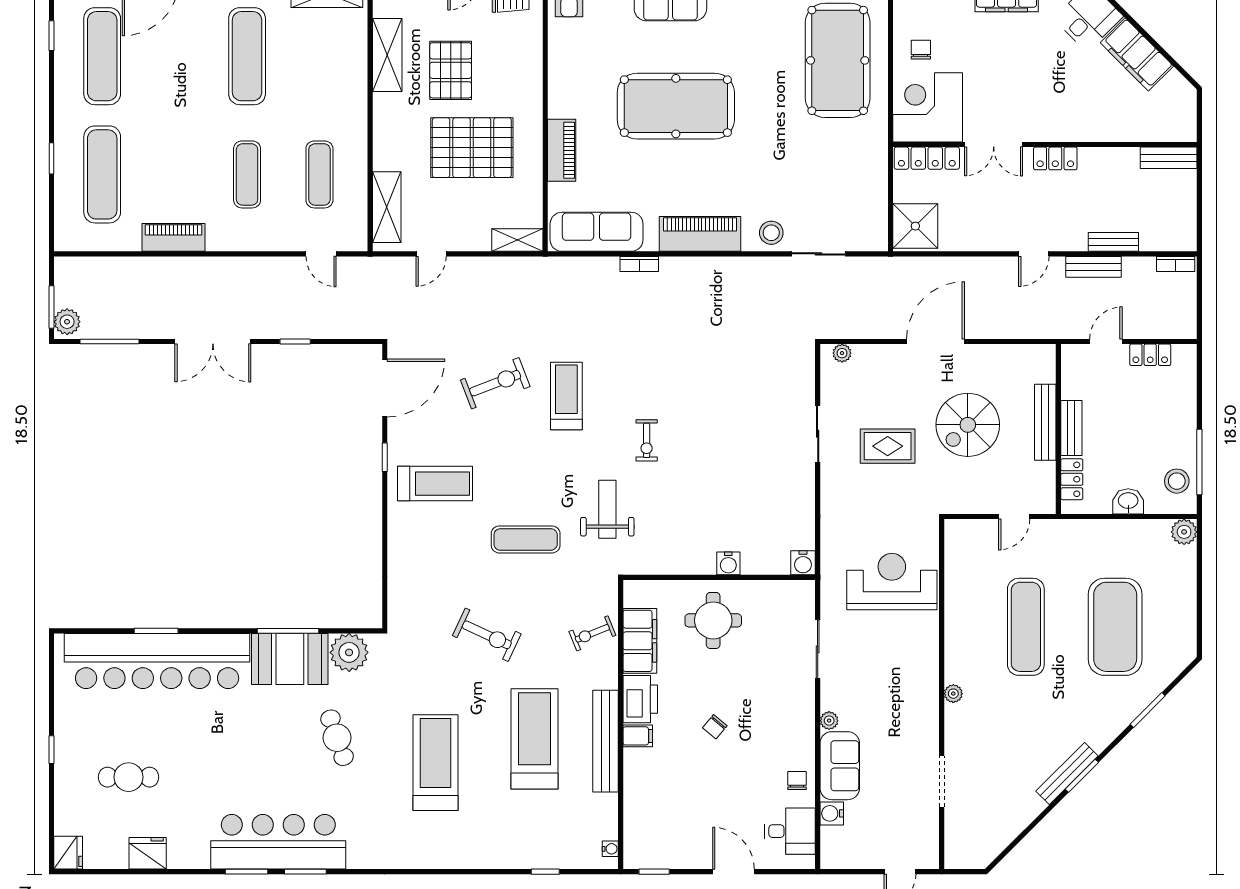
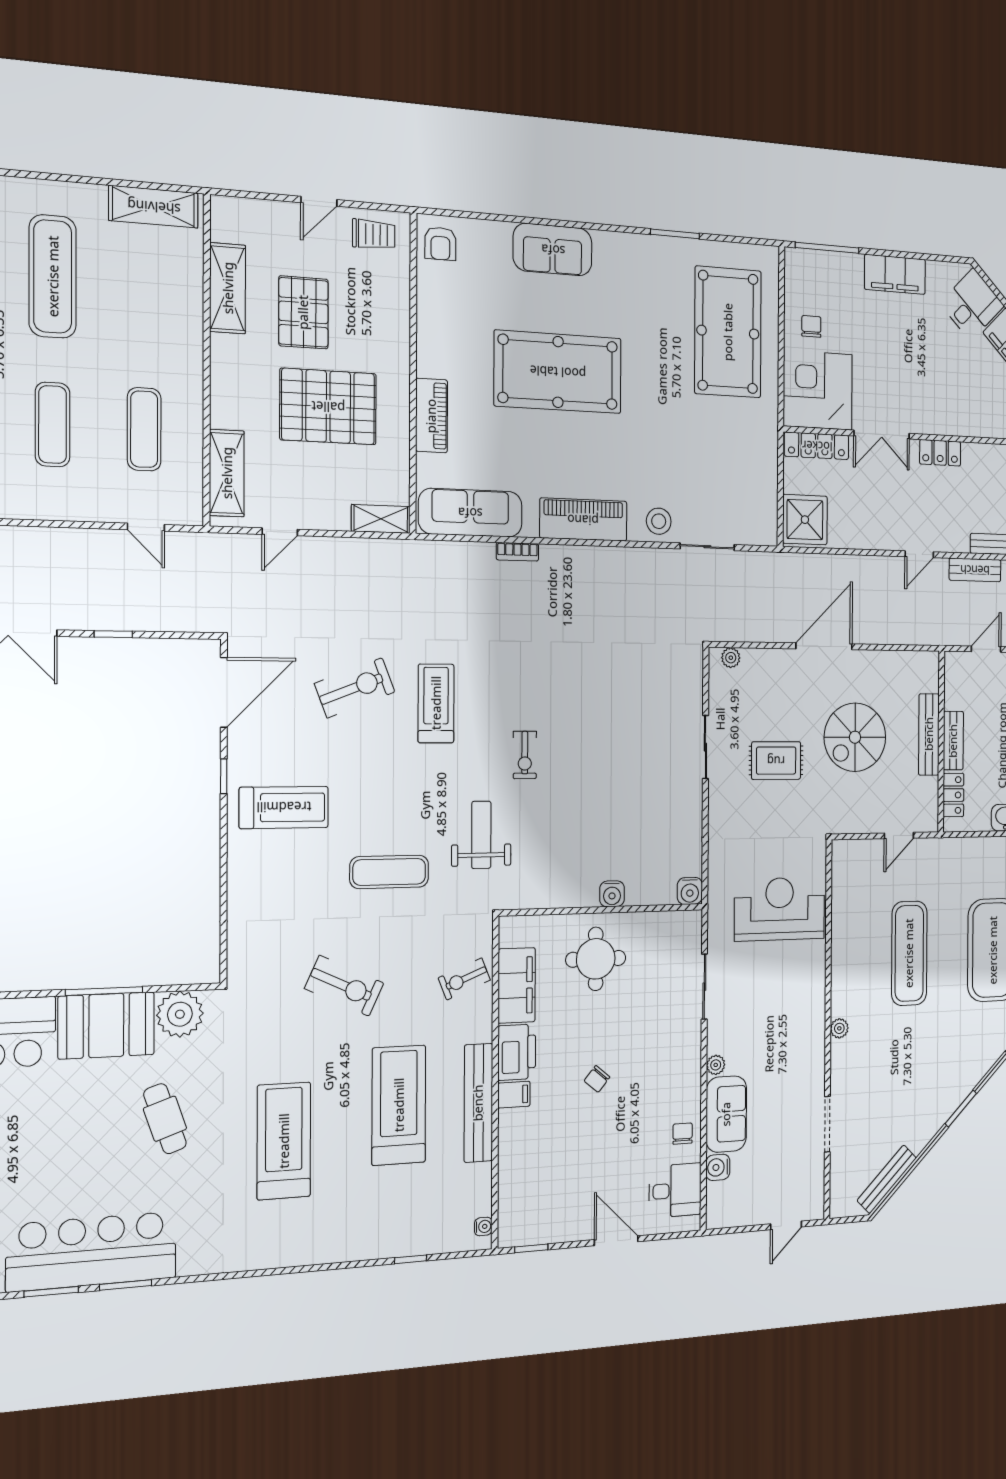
bench: (1067, 773) -> (887, 1179), moved

